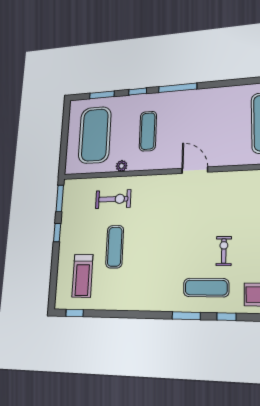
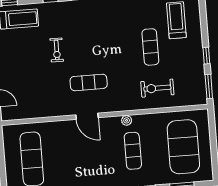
plant: (122, 166) -> (127, 120), moved
exercise mat: (206, 288) -> (89, 82), moved

